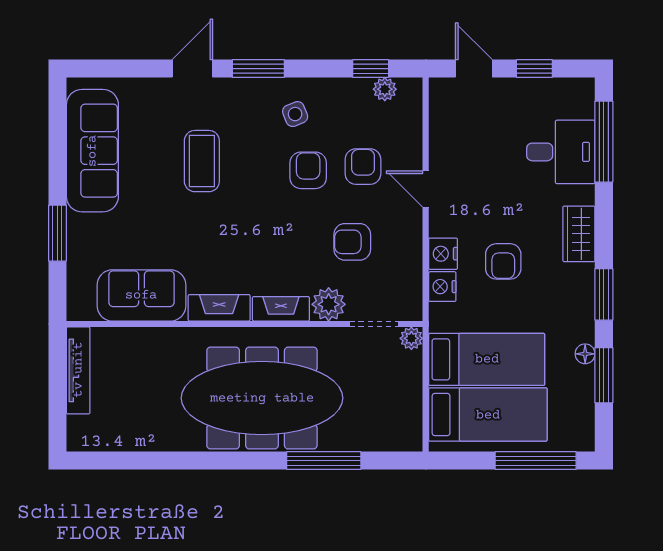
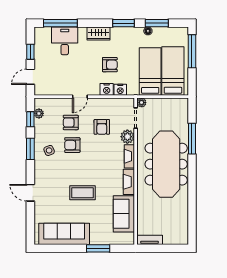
window: (258, 69) -> (30, 149), moved
coffee table: (202, 161) -> (83, 193), moved
tv unit: (78, 370) -> (150, 240), width x0.71

